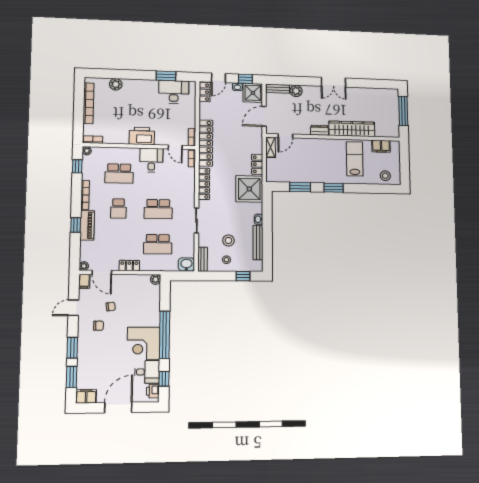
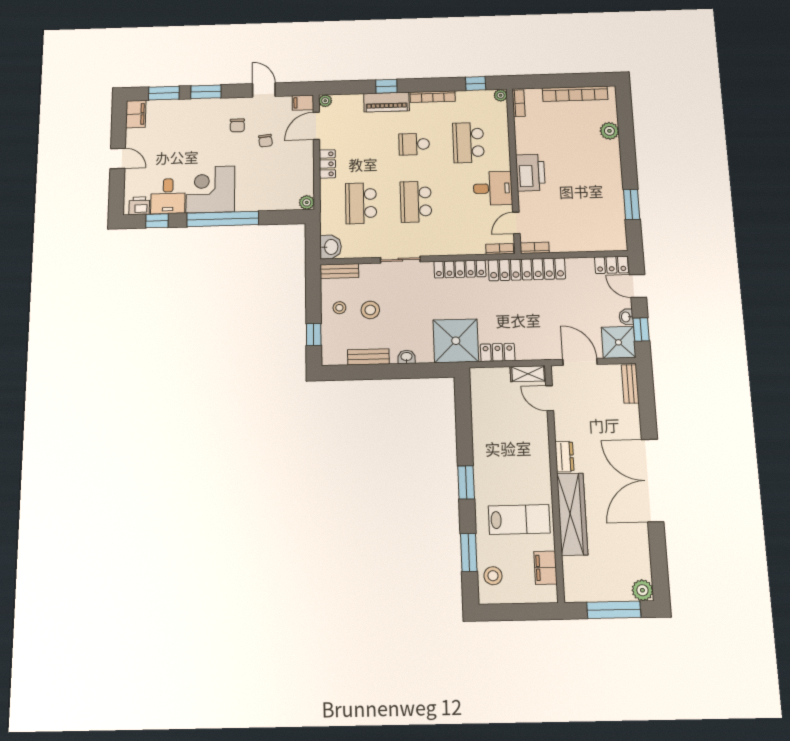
double door: (333, 82) -> (653, 480), width x1.87
plant: (296, 91) -> (642, 590), moved
desk: (174, 92) -> (607, 217), removed
window: (300, 187) -> (469, 553), moved
bench: (258, 243) -> (368, 357), width x0.73
door: (118, 408) -> (118, 158), width x0.53

